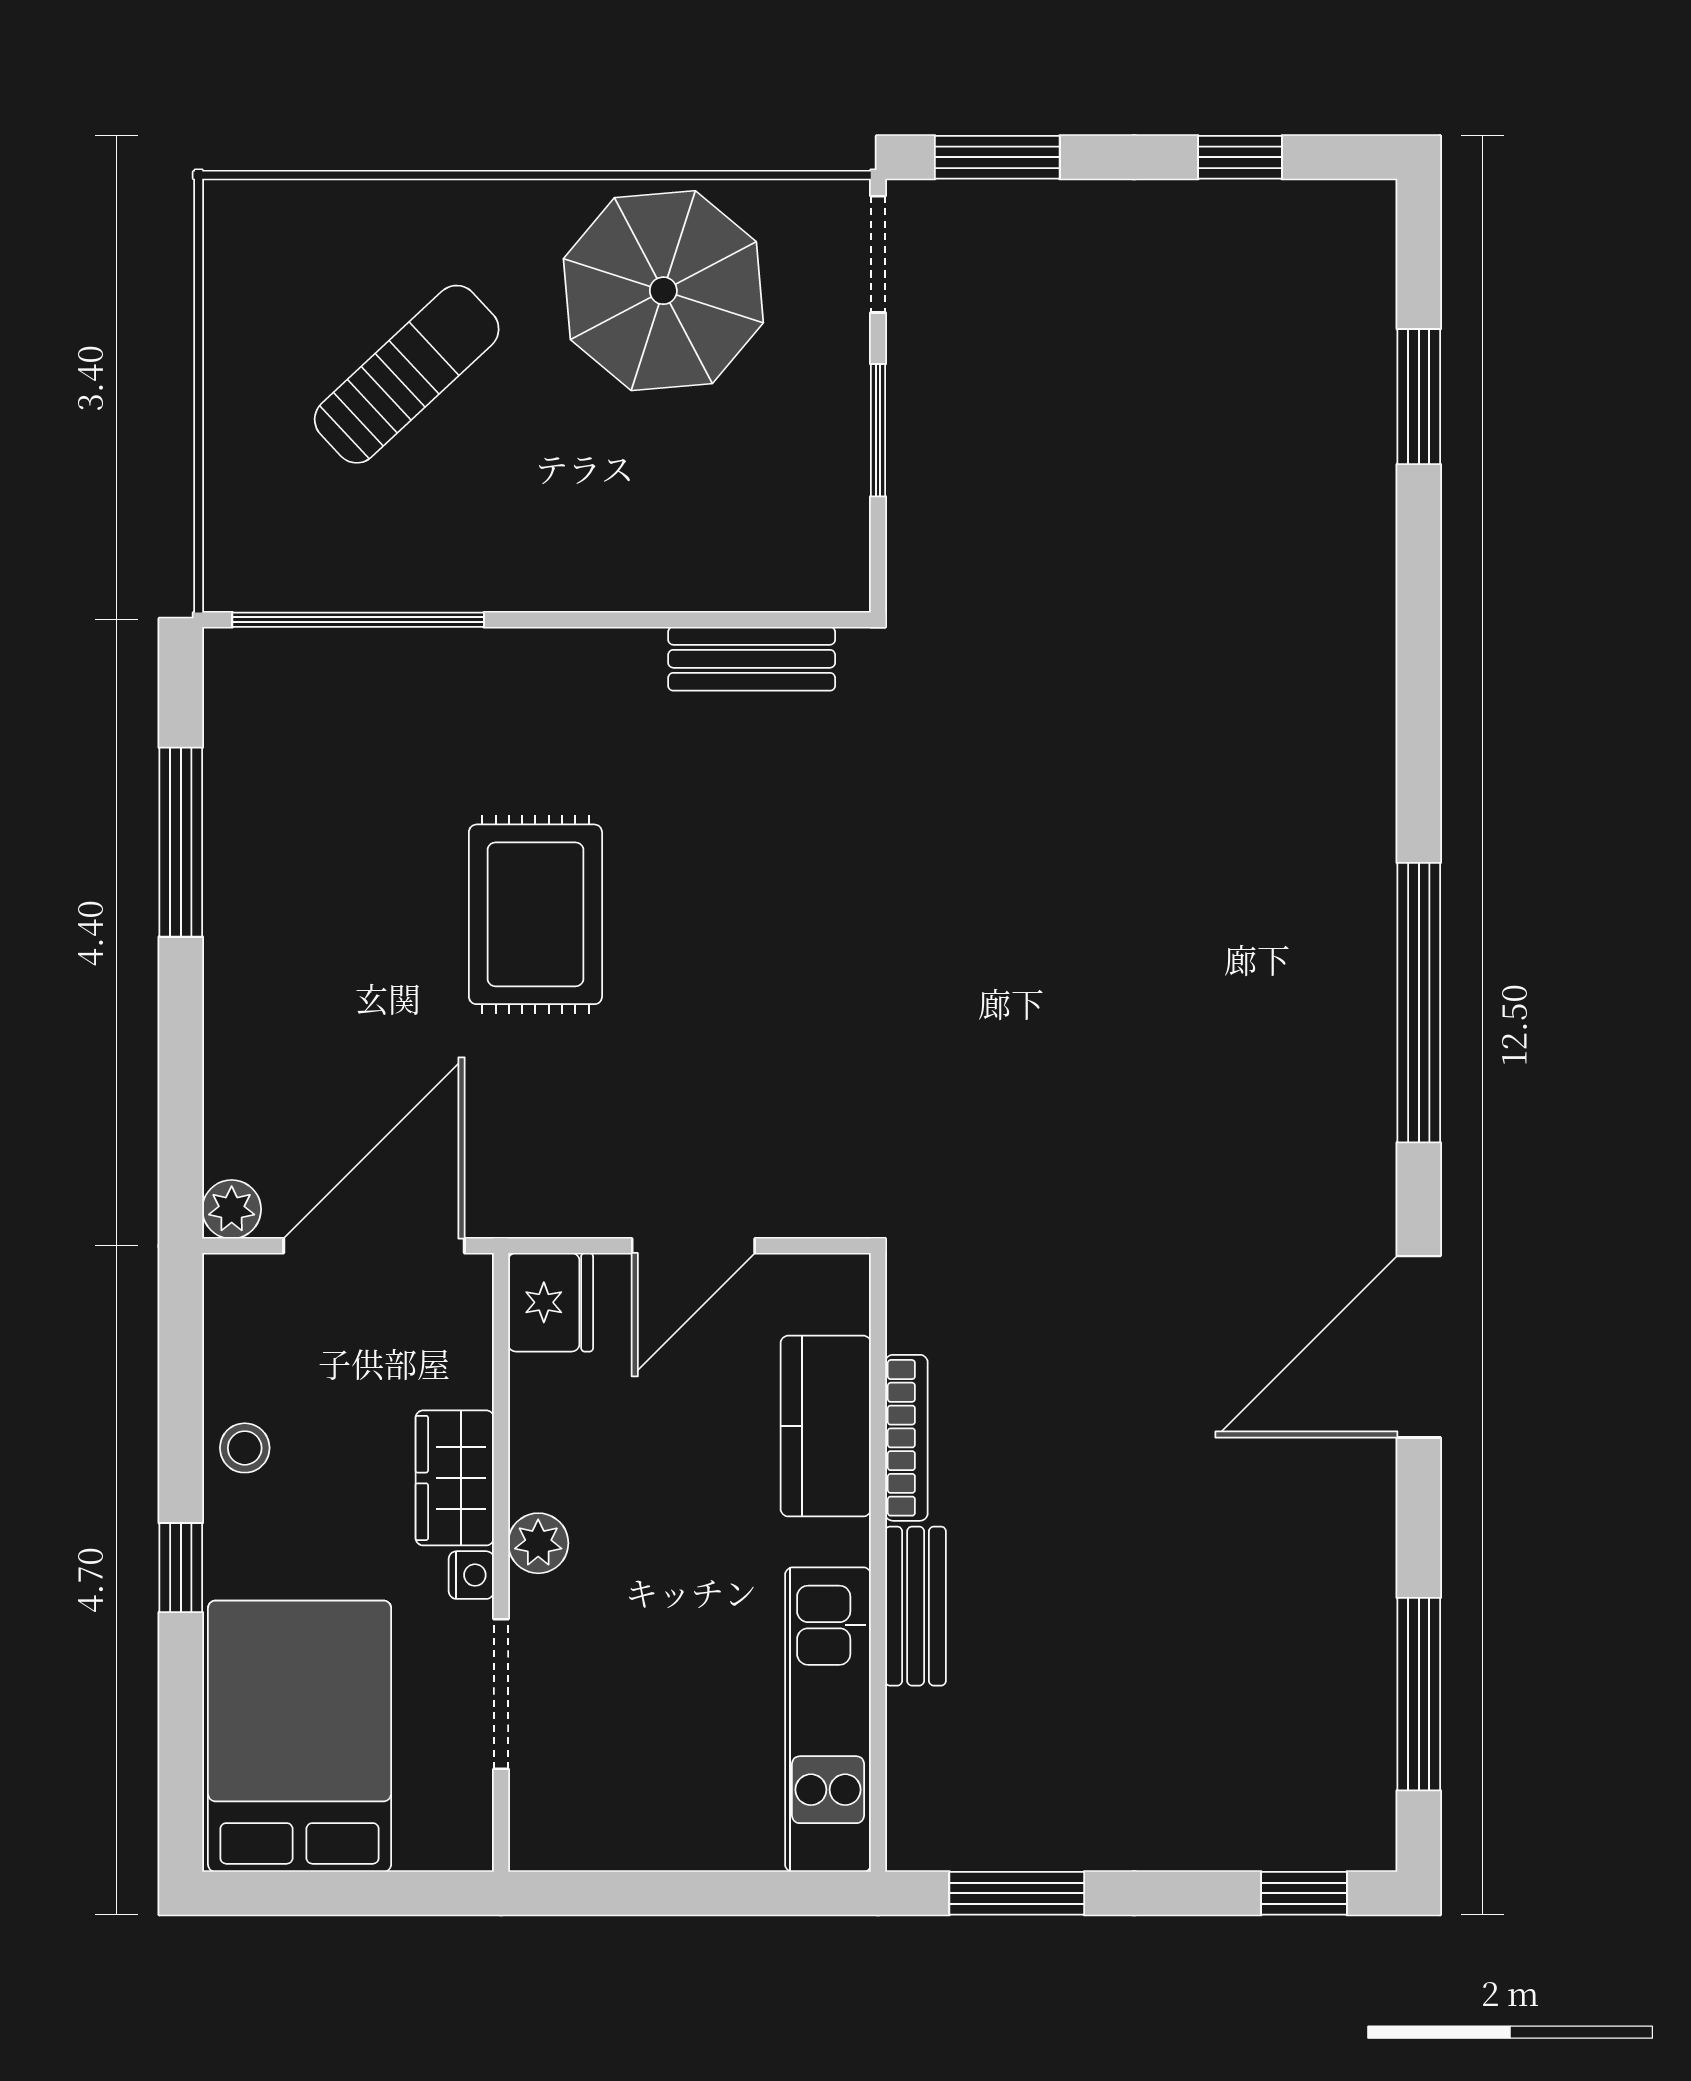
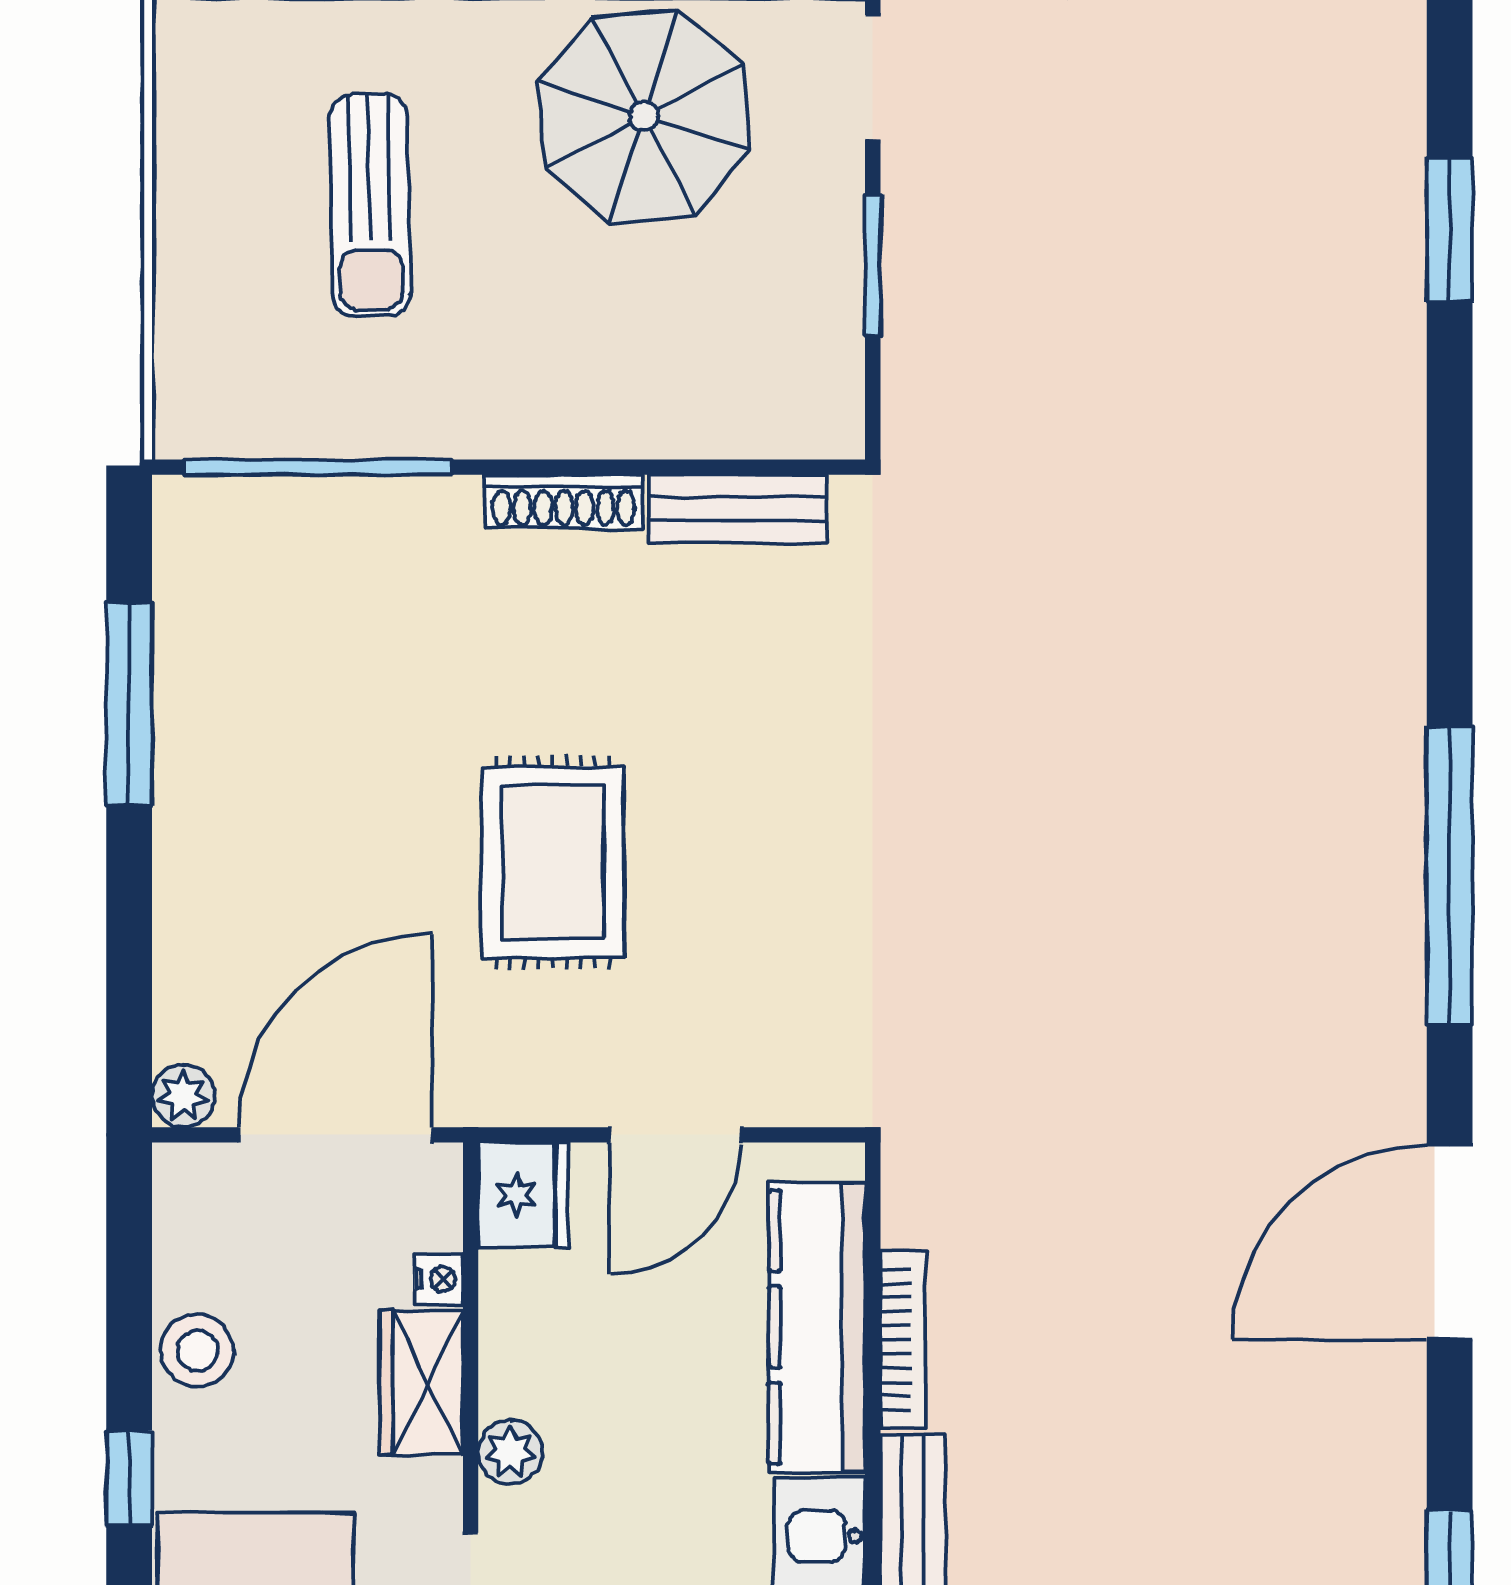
sun lounger: (407, 374) -> (370, 205), turned 132
shoe rack: (588, 652) -> (564, 502), added
rug: (535, 914) -> (553, 862), moved
kitchen counter: (826, 1426) -> (817, 1327), width x1.50
stool: (245, 1448) -> (197, 1350), width x1.37, depth x1.37
nightstand: (471, 1575) -> (439, 1279), moved

